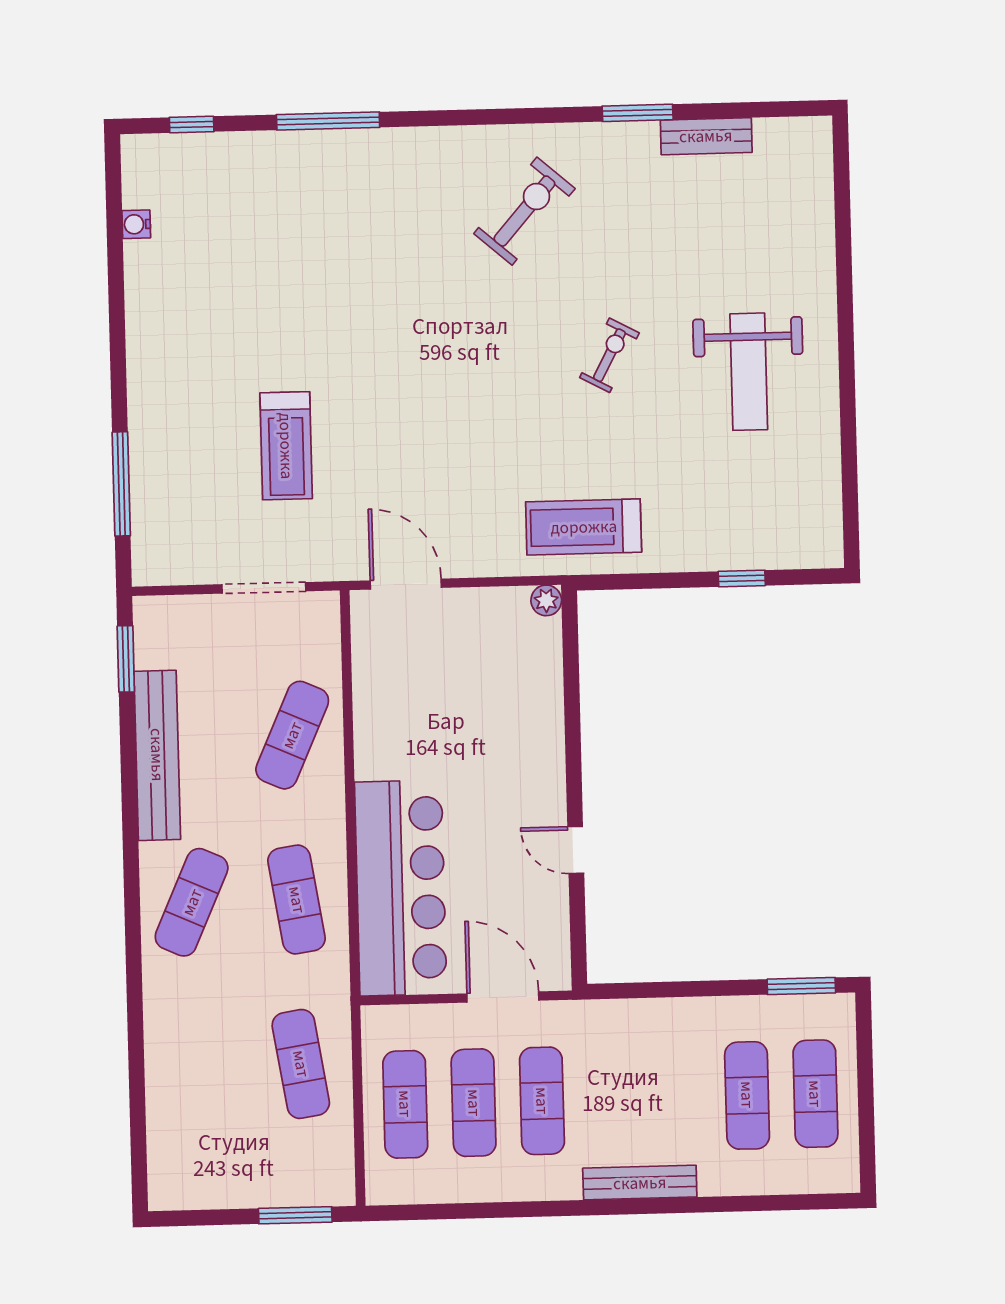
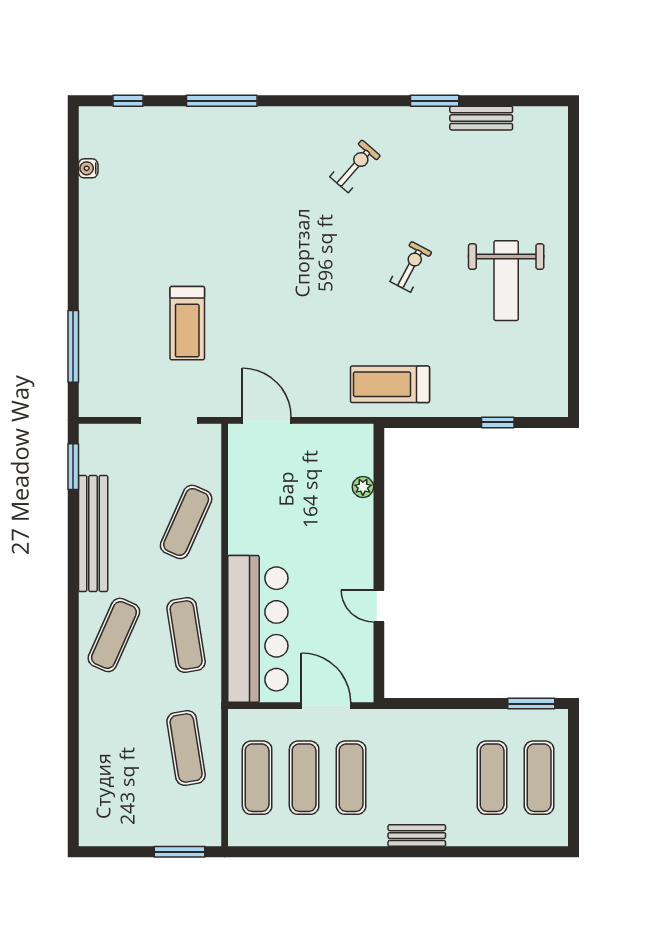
exercise bike: (524, 211) -> (355, 166), width x0.73, depth x0.72
plant: (546, 600) -> (363, 487), moved
bench: (640, 1183) -> (417, 836), width x0.73

